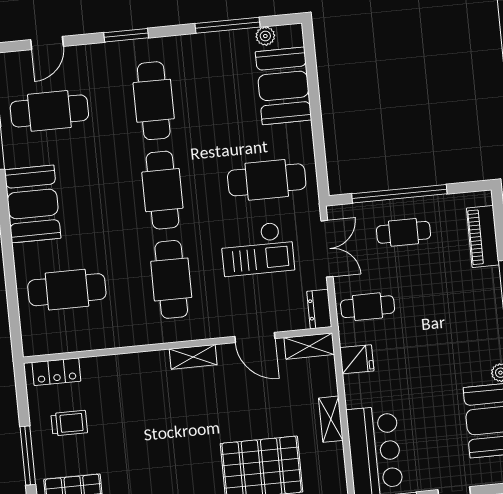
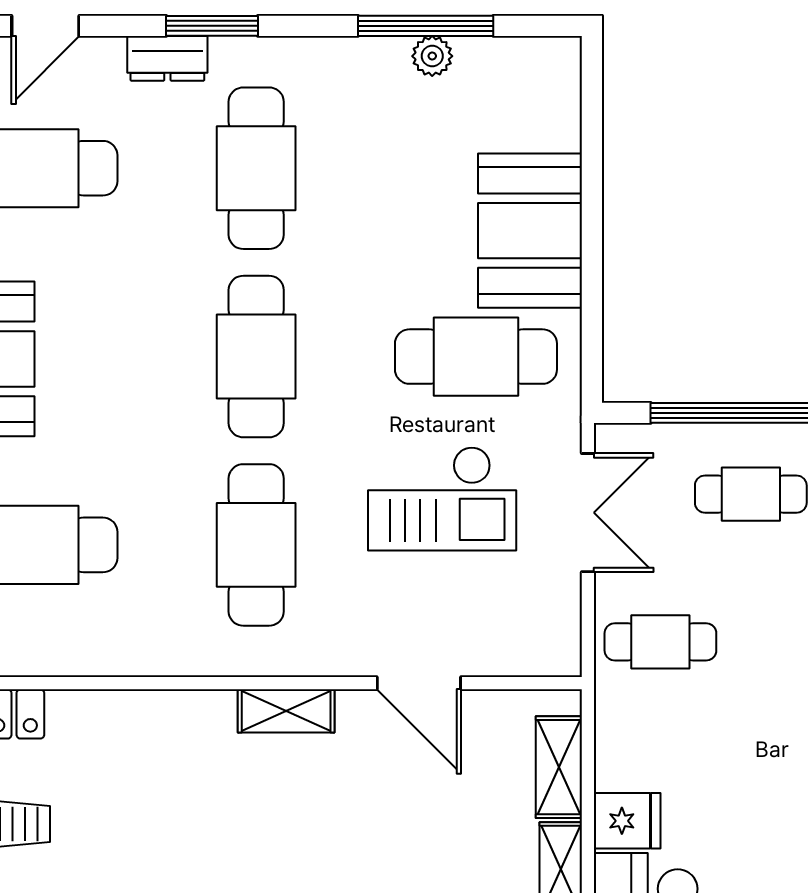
plant: (265, 36) -> (432, 56), moved
booth: (283, 86) -> (530, 231), moved
dresser: (319, 309) -> (167, 58), moved, turned -90
shelving: (309, 346) -> (559, 767), moved, turned 90
fridge: (357, 359) -> (627, 821), moved

